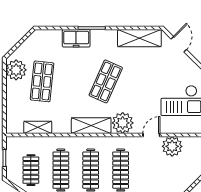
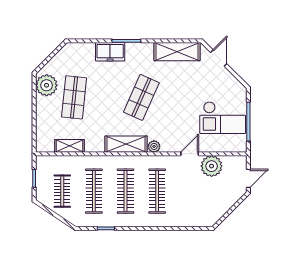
plant: (123, 123) -> (154, 146), width x0.53, depth x0.53

